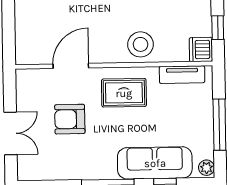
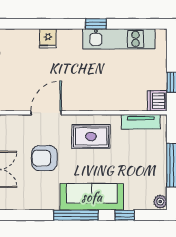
stool: (141, 44) -> (106, 96), removed
sofa: (155, 163) -> (92, 197), moved

